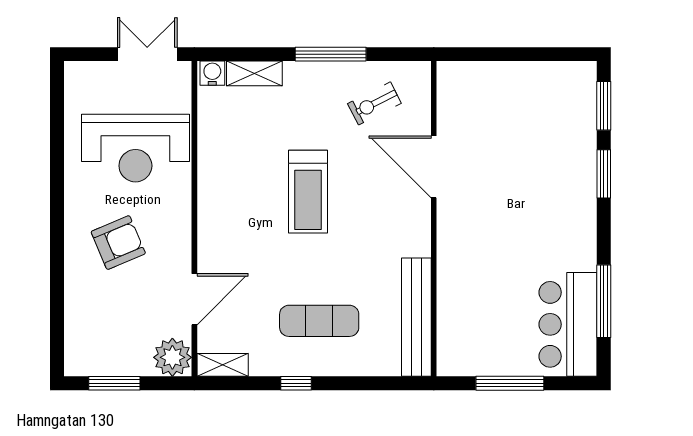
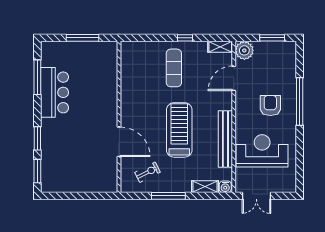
treadmill: (308, 192) -> (179, 130), width x1.37, depth x1.38
armchair: (118, 243) -> (270, 106), turned 113
window: (57, 251) -> (300, 101), added
bench: (416, 317) -> (225, 139), moved
exercise mat: (319, 321) -> (174, 68), turned 90
bar counter: (568, 324) -> (55, 92), moved

